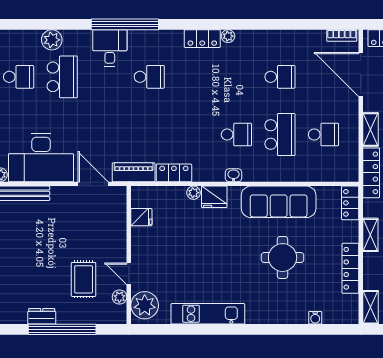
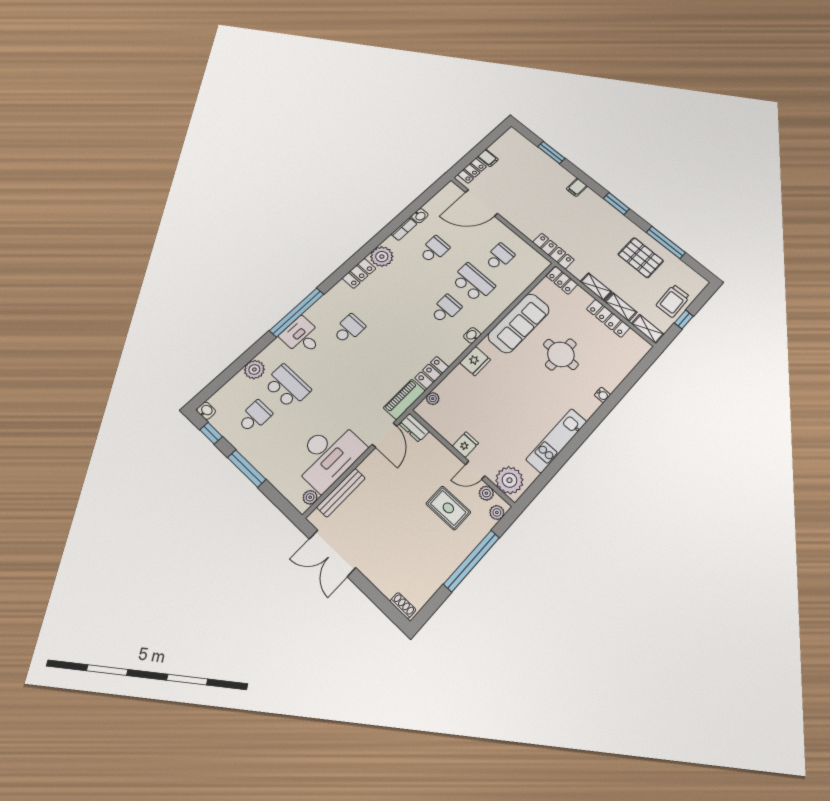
plant: (228, 36) -> (382, 257), width x1.88, depth x1.88
washbasin: (300, 36) -> (420, 216), added
bookcase: (342, 36) -> (404, 229), moved
shelving: (371, 130) -> (621, 307), moved
door: (93, 184) -> (385, 435), swing flipped
plant: (194, 193) -> (433, 399), moved
fridge: (141, 217) -> (465, 445), moved
dresser: (42, 316) -> (414, 428), moved, turned -90
plant: (112, 317) -> (497, 512), added
water cooler: (315, 318) -> (602, 395), moved

